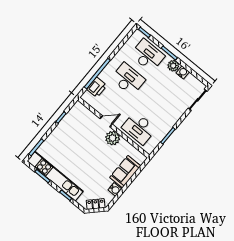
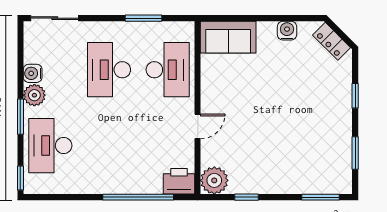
desk: (128, 79) -> (109, 70), moved
printer: (97, 87) -> (179, 181), moved
door: (106, 121) -> (198, 126), swing flipped
plant: (113, 138) -> (214, 180), moved
sofa: (125, 172) -> (228, 37), moved
kitchen unit: (55, 176) -> (340, 134), removed

